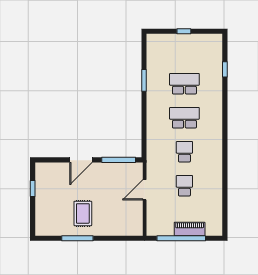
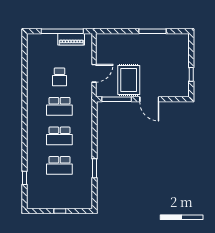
school desk: (184, 152) -> (59, 106), width x1.85
door: (81, 160) -> (149, 99), swing flipped
rug: (83, 213) -> (129, 80), moved, width x1.36, depth x1.43
piano: (190, 229) -> (71, 39), moved

